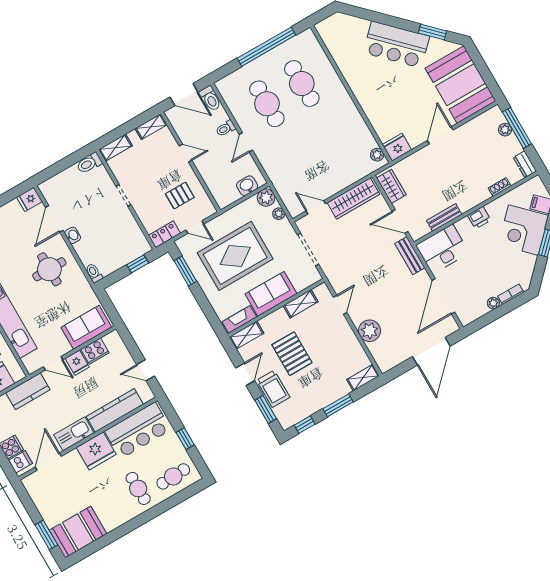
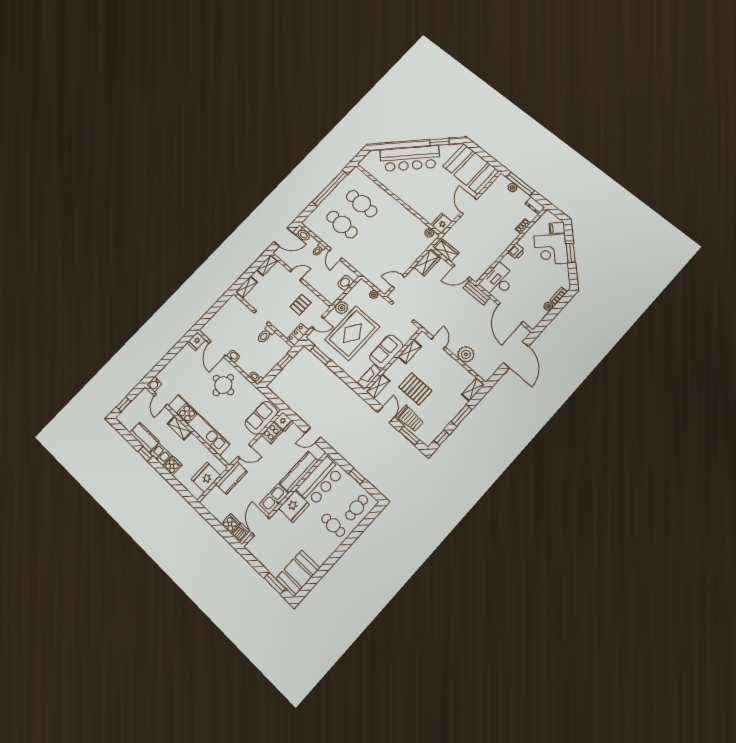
bar counter: (396, 44) -> (410, 159), width x1.36
toilet: (89, 163) -> (265, 335), moved
plant: (266, 198) -> (342, 308), moved
wardrobe: (353, 198) -> (427, 263), width x0.67
bench: (444, 217) -> (491, 259), removed
fridge: (77, 363) -> (284, 422), moved

